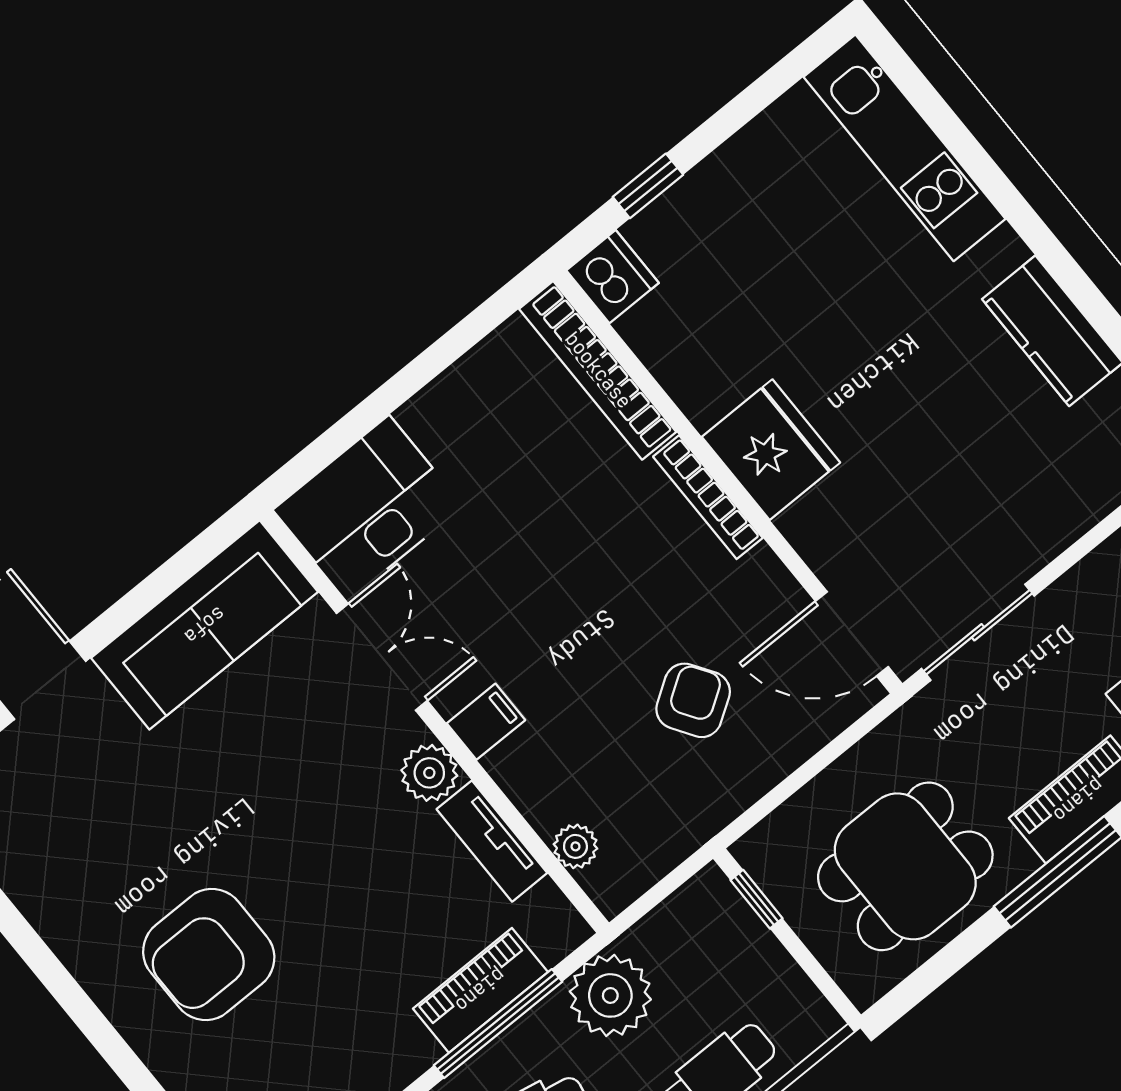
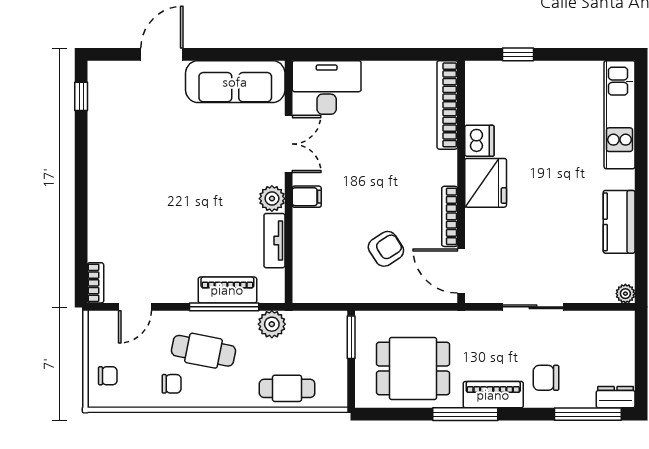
dishwasher: (612, 277) -> (479, 141), moved
bookcase: (708, 497) -> (450, 216), moved
sliding door: (978, 632) -> (533, 307), moved
plant: (575, 846) -> (302, 267), removed
window: (757, 899) -> (351, 337), width x1.50
armchair: (209, 955) -> (142, 199), removed
plant: (610, 995) -> (272, 324), width x0.73, depth x0.73

